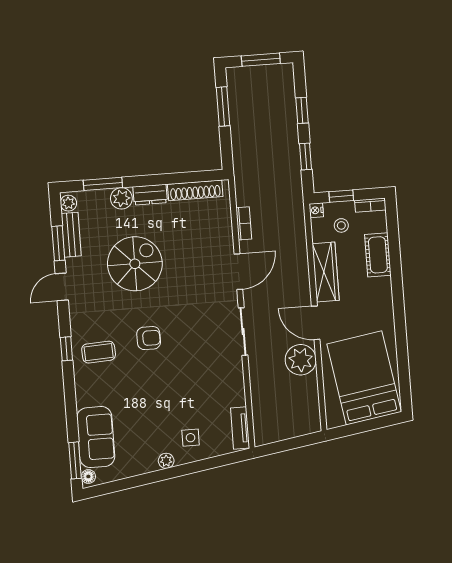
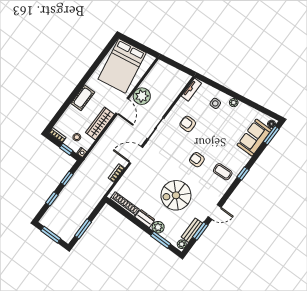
cot: (378, 255) -> (83, 98), moved
window: (66, 349) -> (243, 173), moved
armchair: (204, 376) -> (188, 124), added

